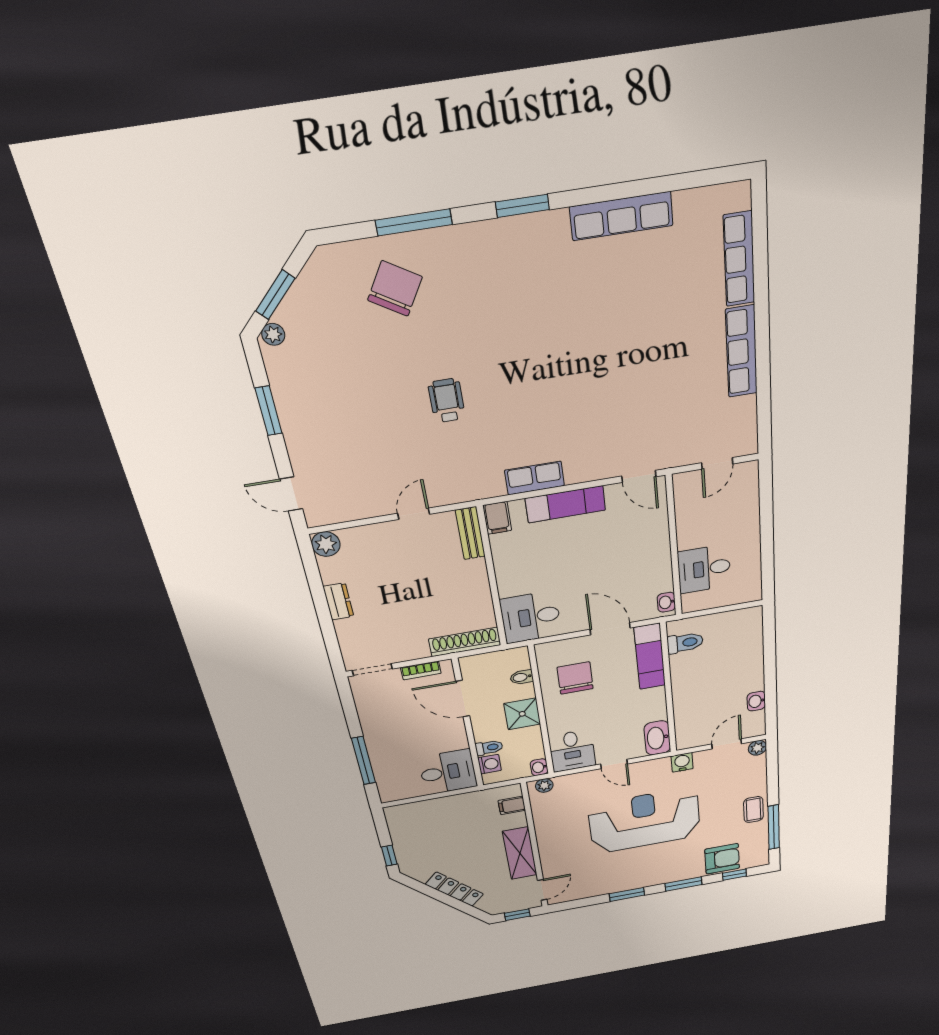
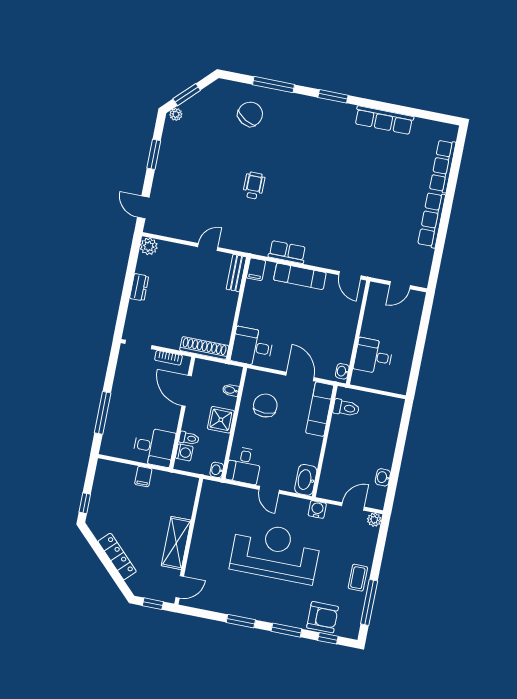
plant: (544, 786) -> (215, 488), removed
filing cabinet: (512, 805) -> (143, 477), moved, turned -90

